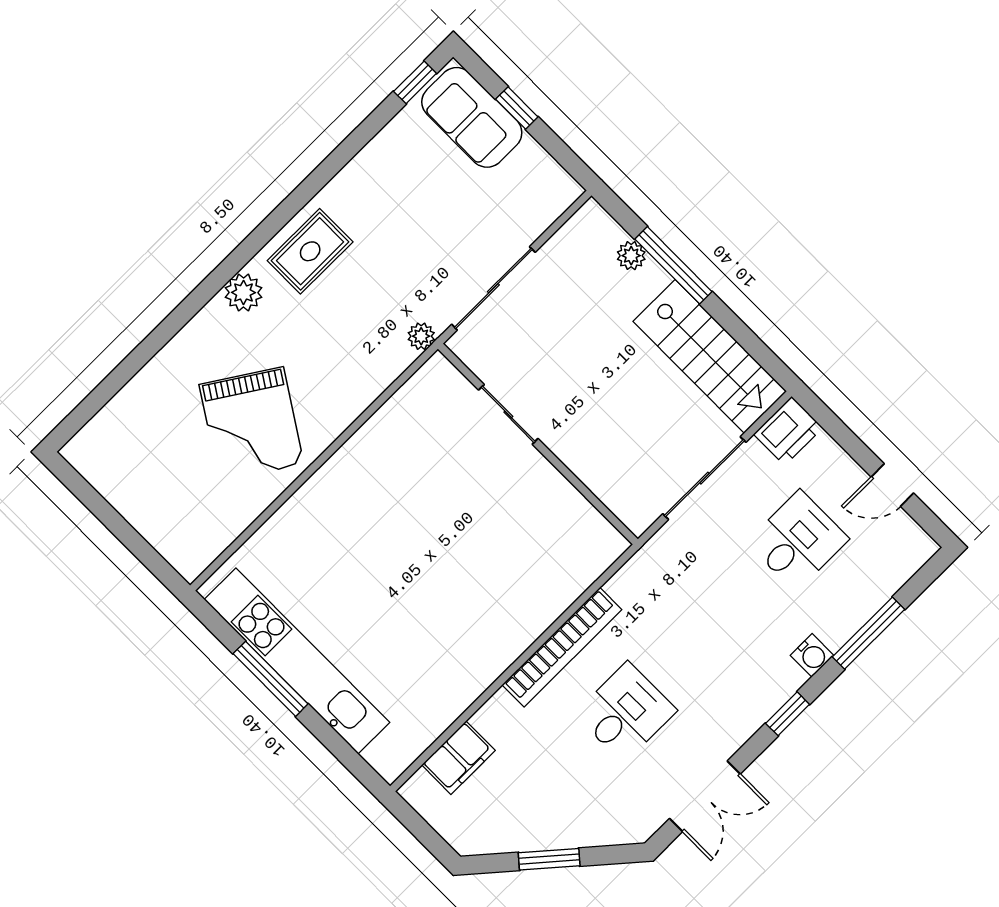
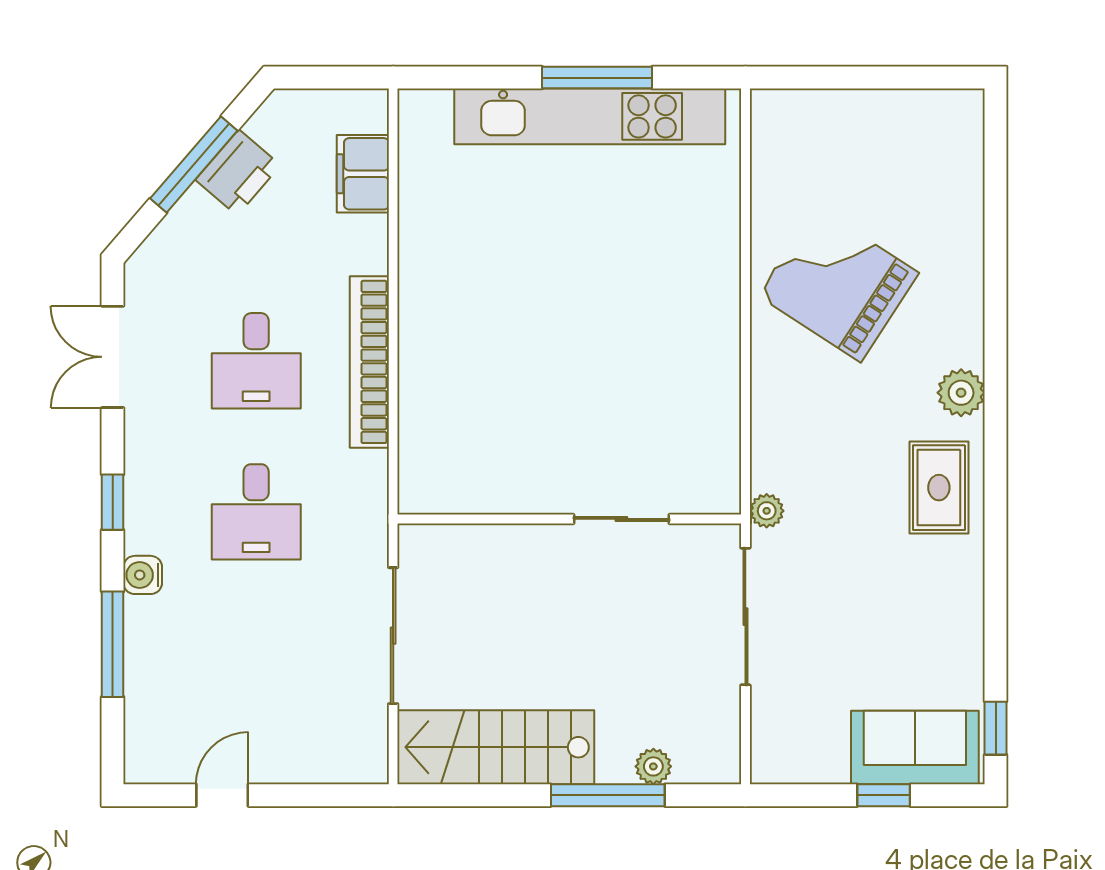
printer: (788, 431) -> (238, 172), moved, turned -139
desk: (798, 541) -> (256, 512), moved
window: (549, 859) -> (194, 165), width x1.44

